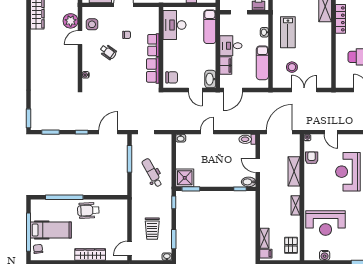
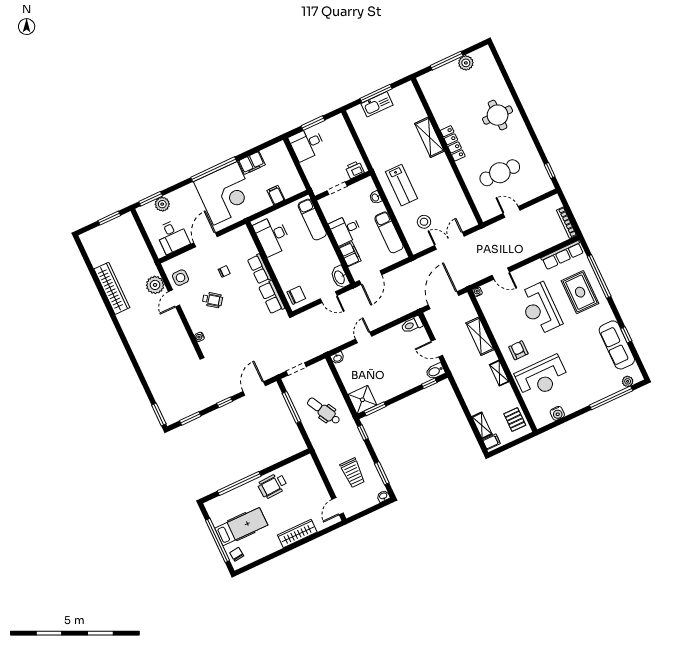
armchair: (312, 158) -> (518, 350), moved

